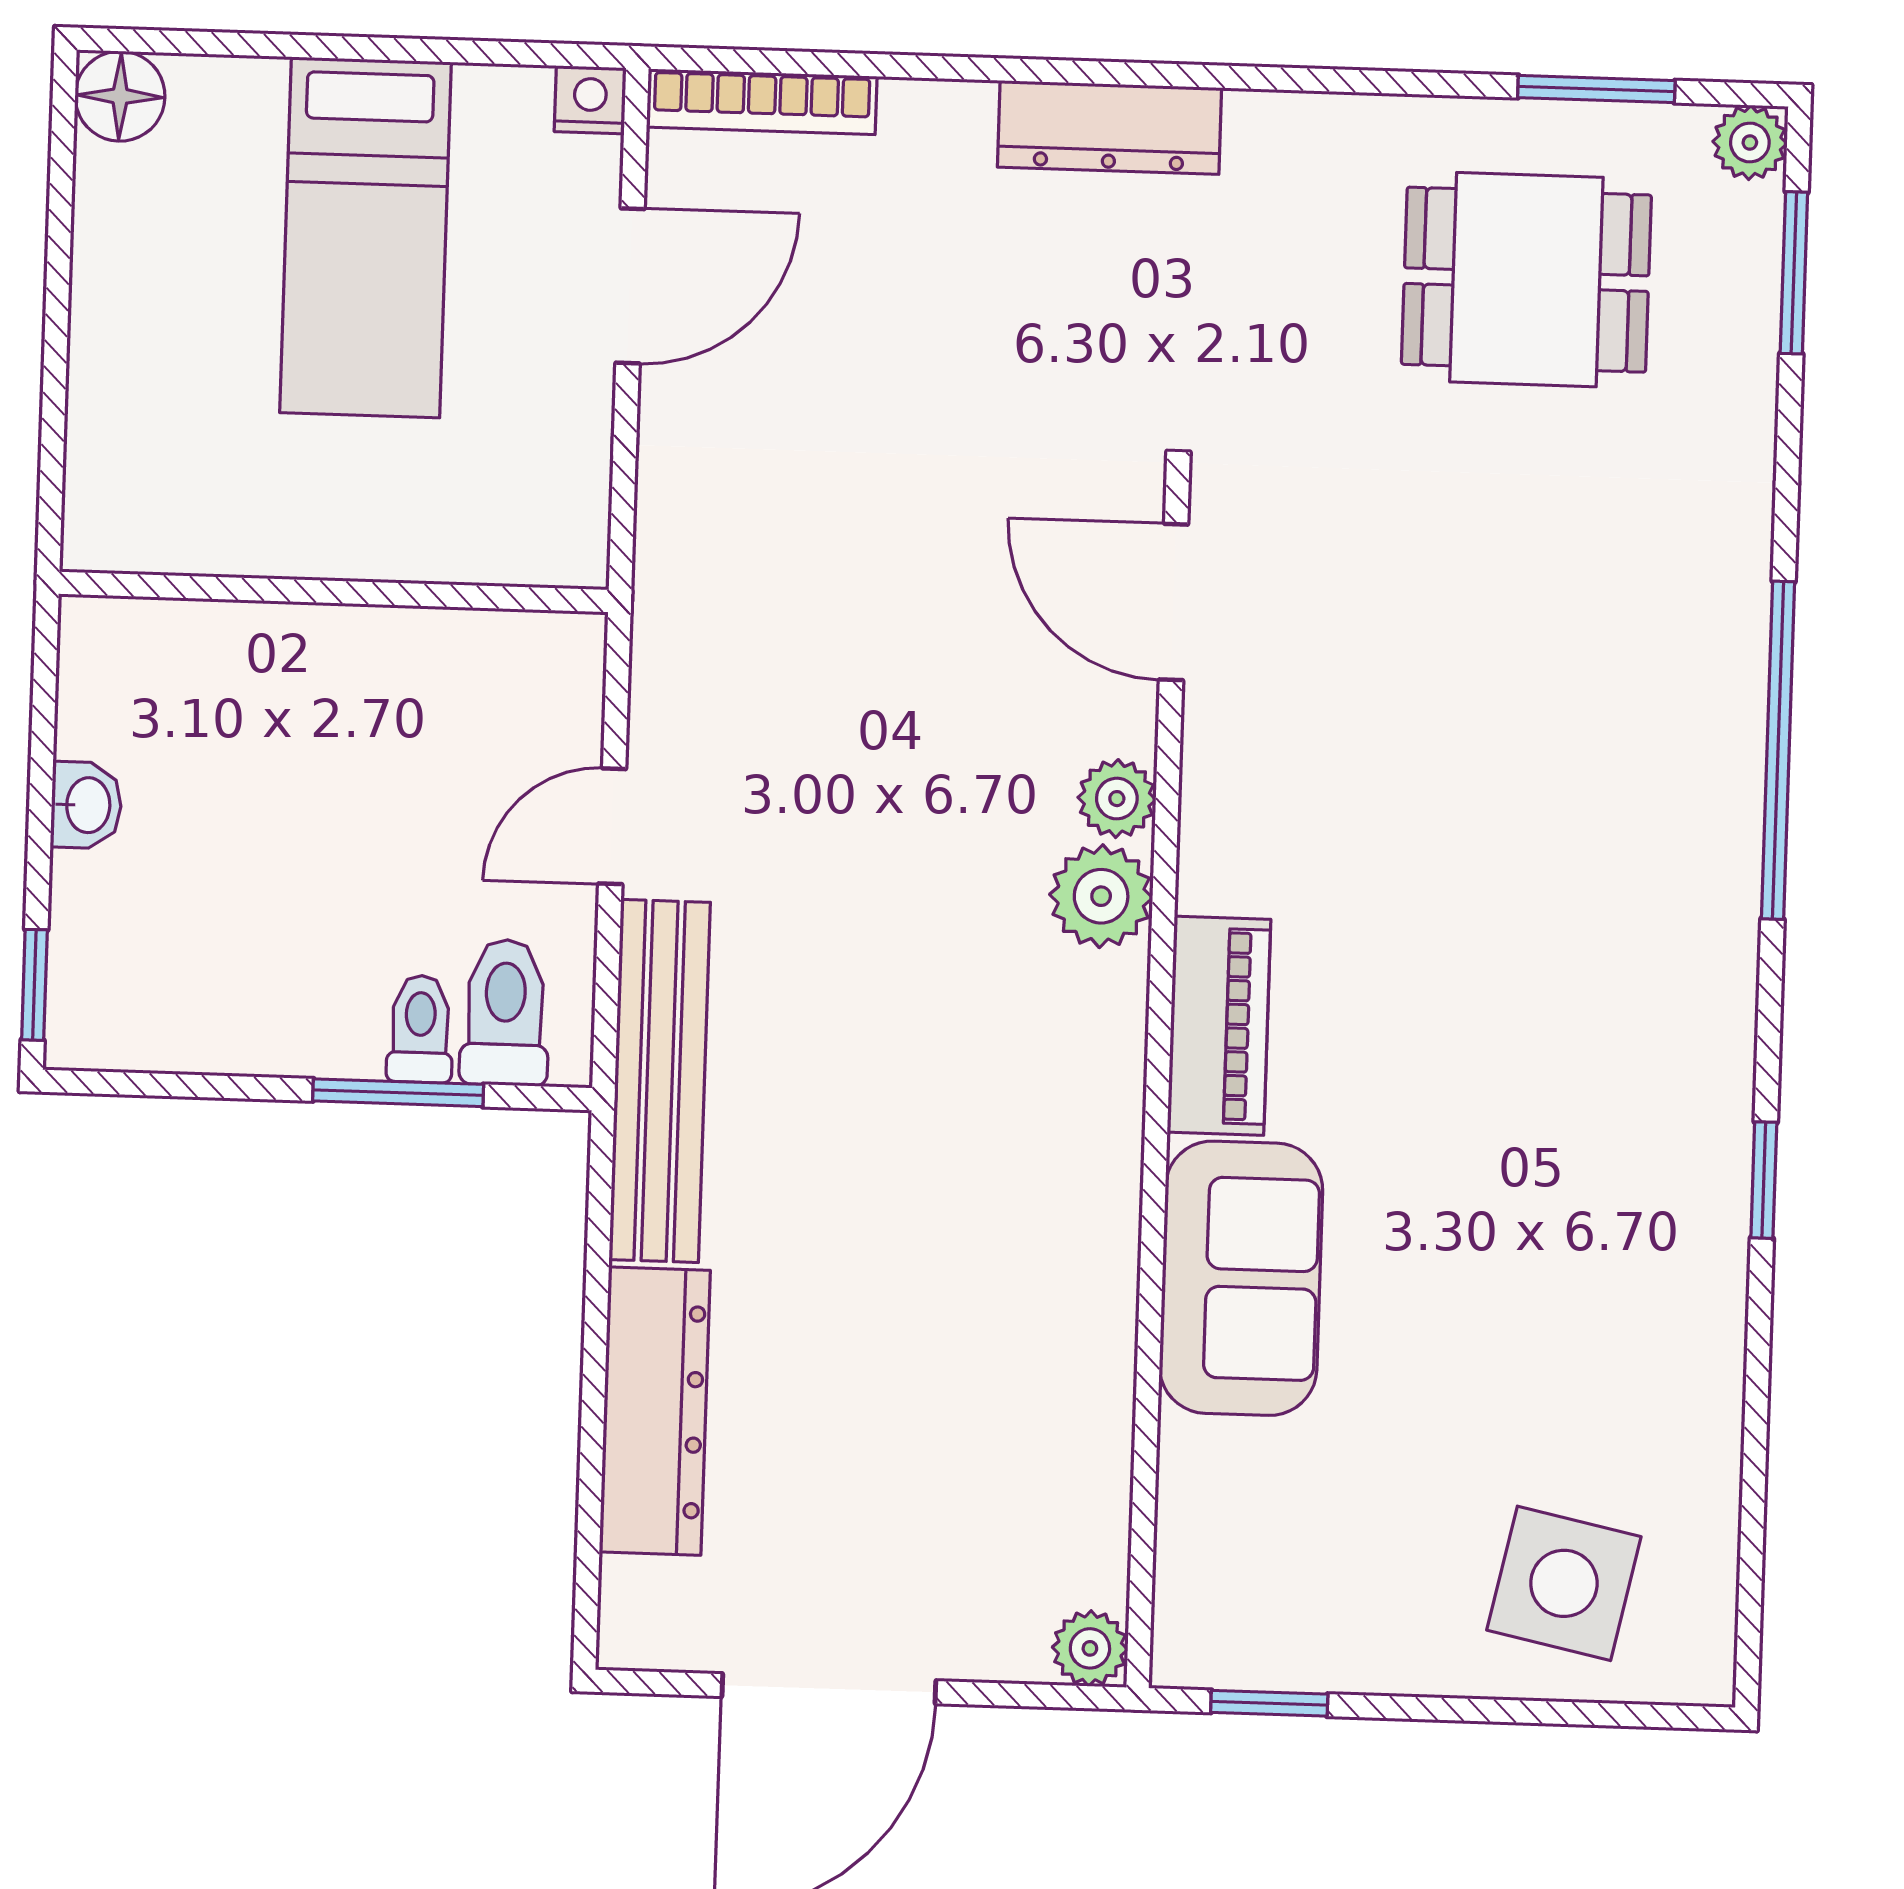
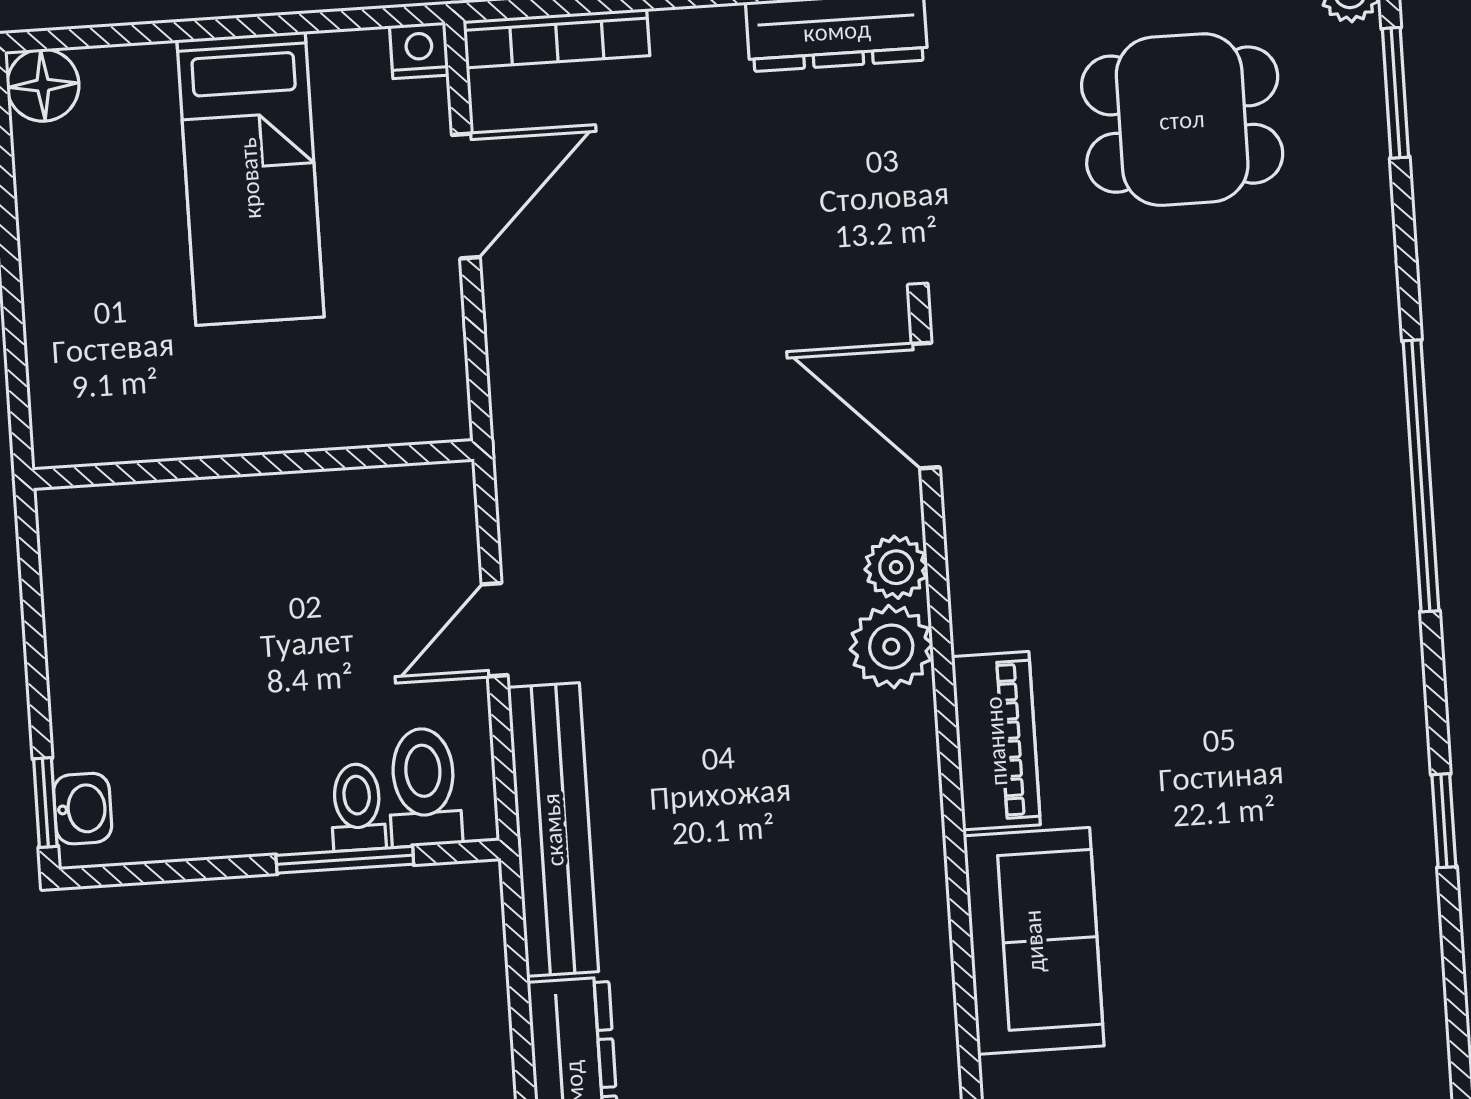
washbasin: (86, 805) -> (83, 809), moved

